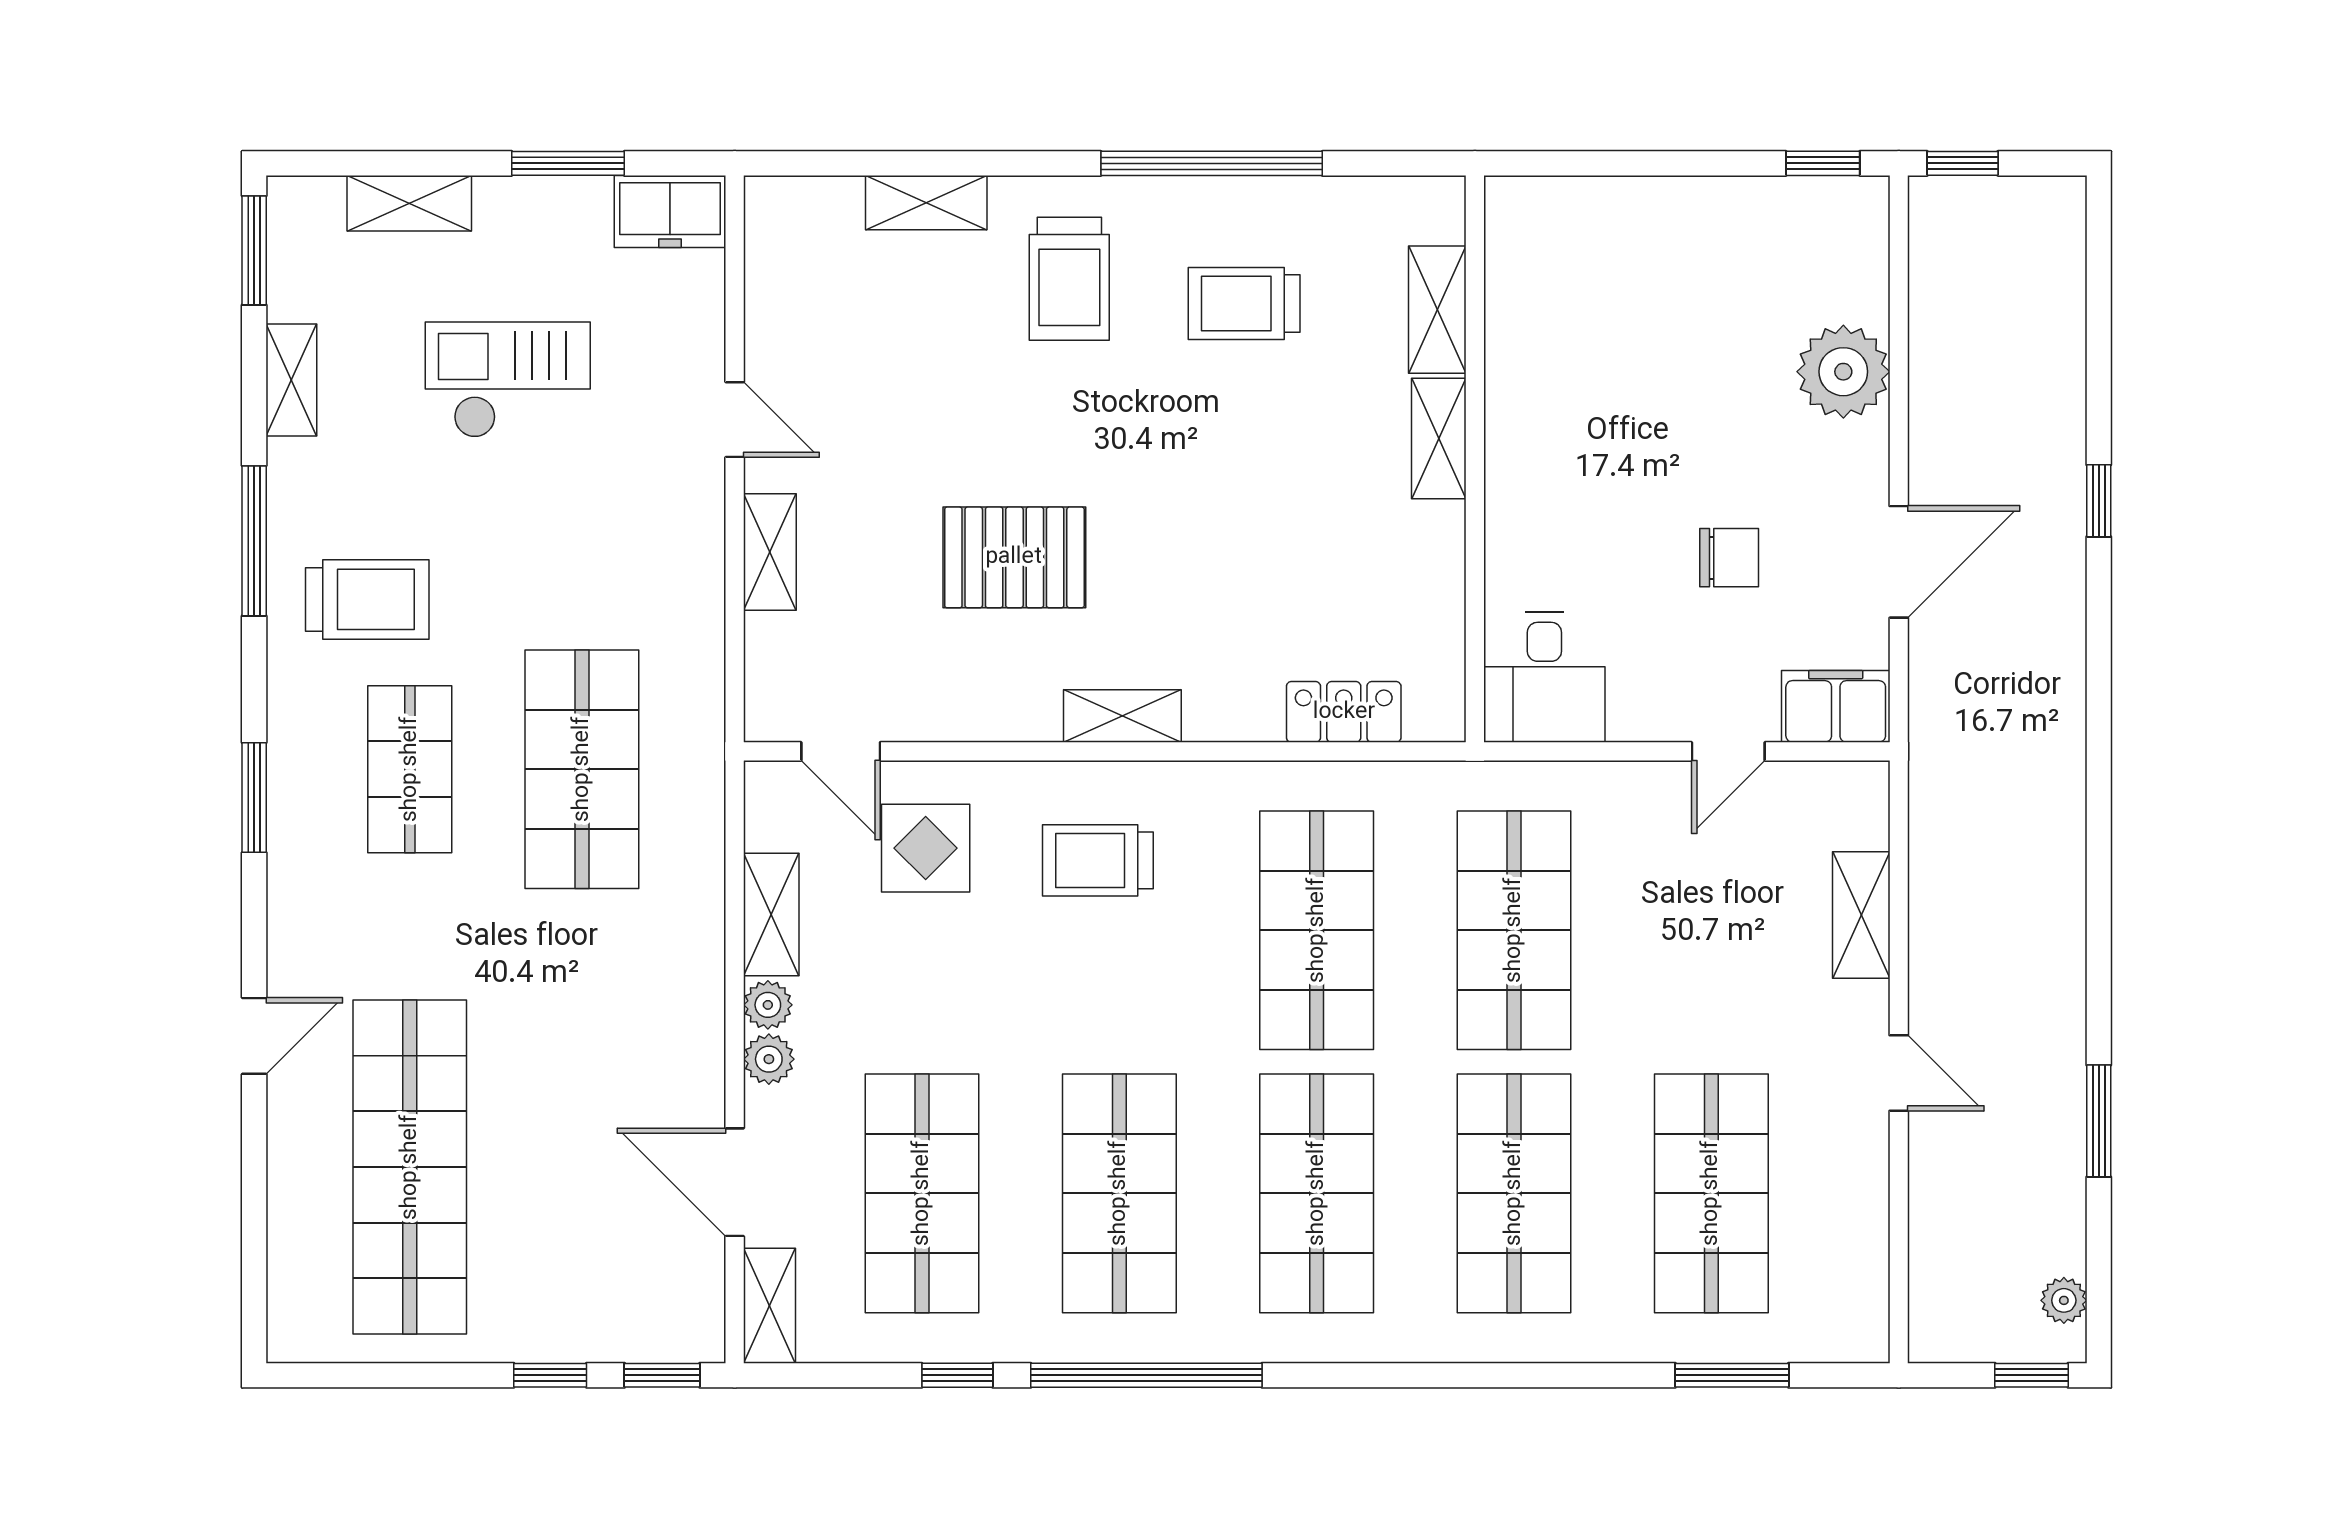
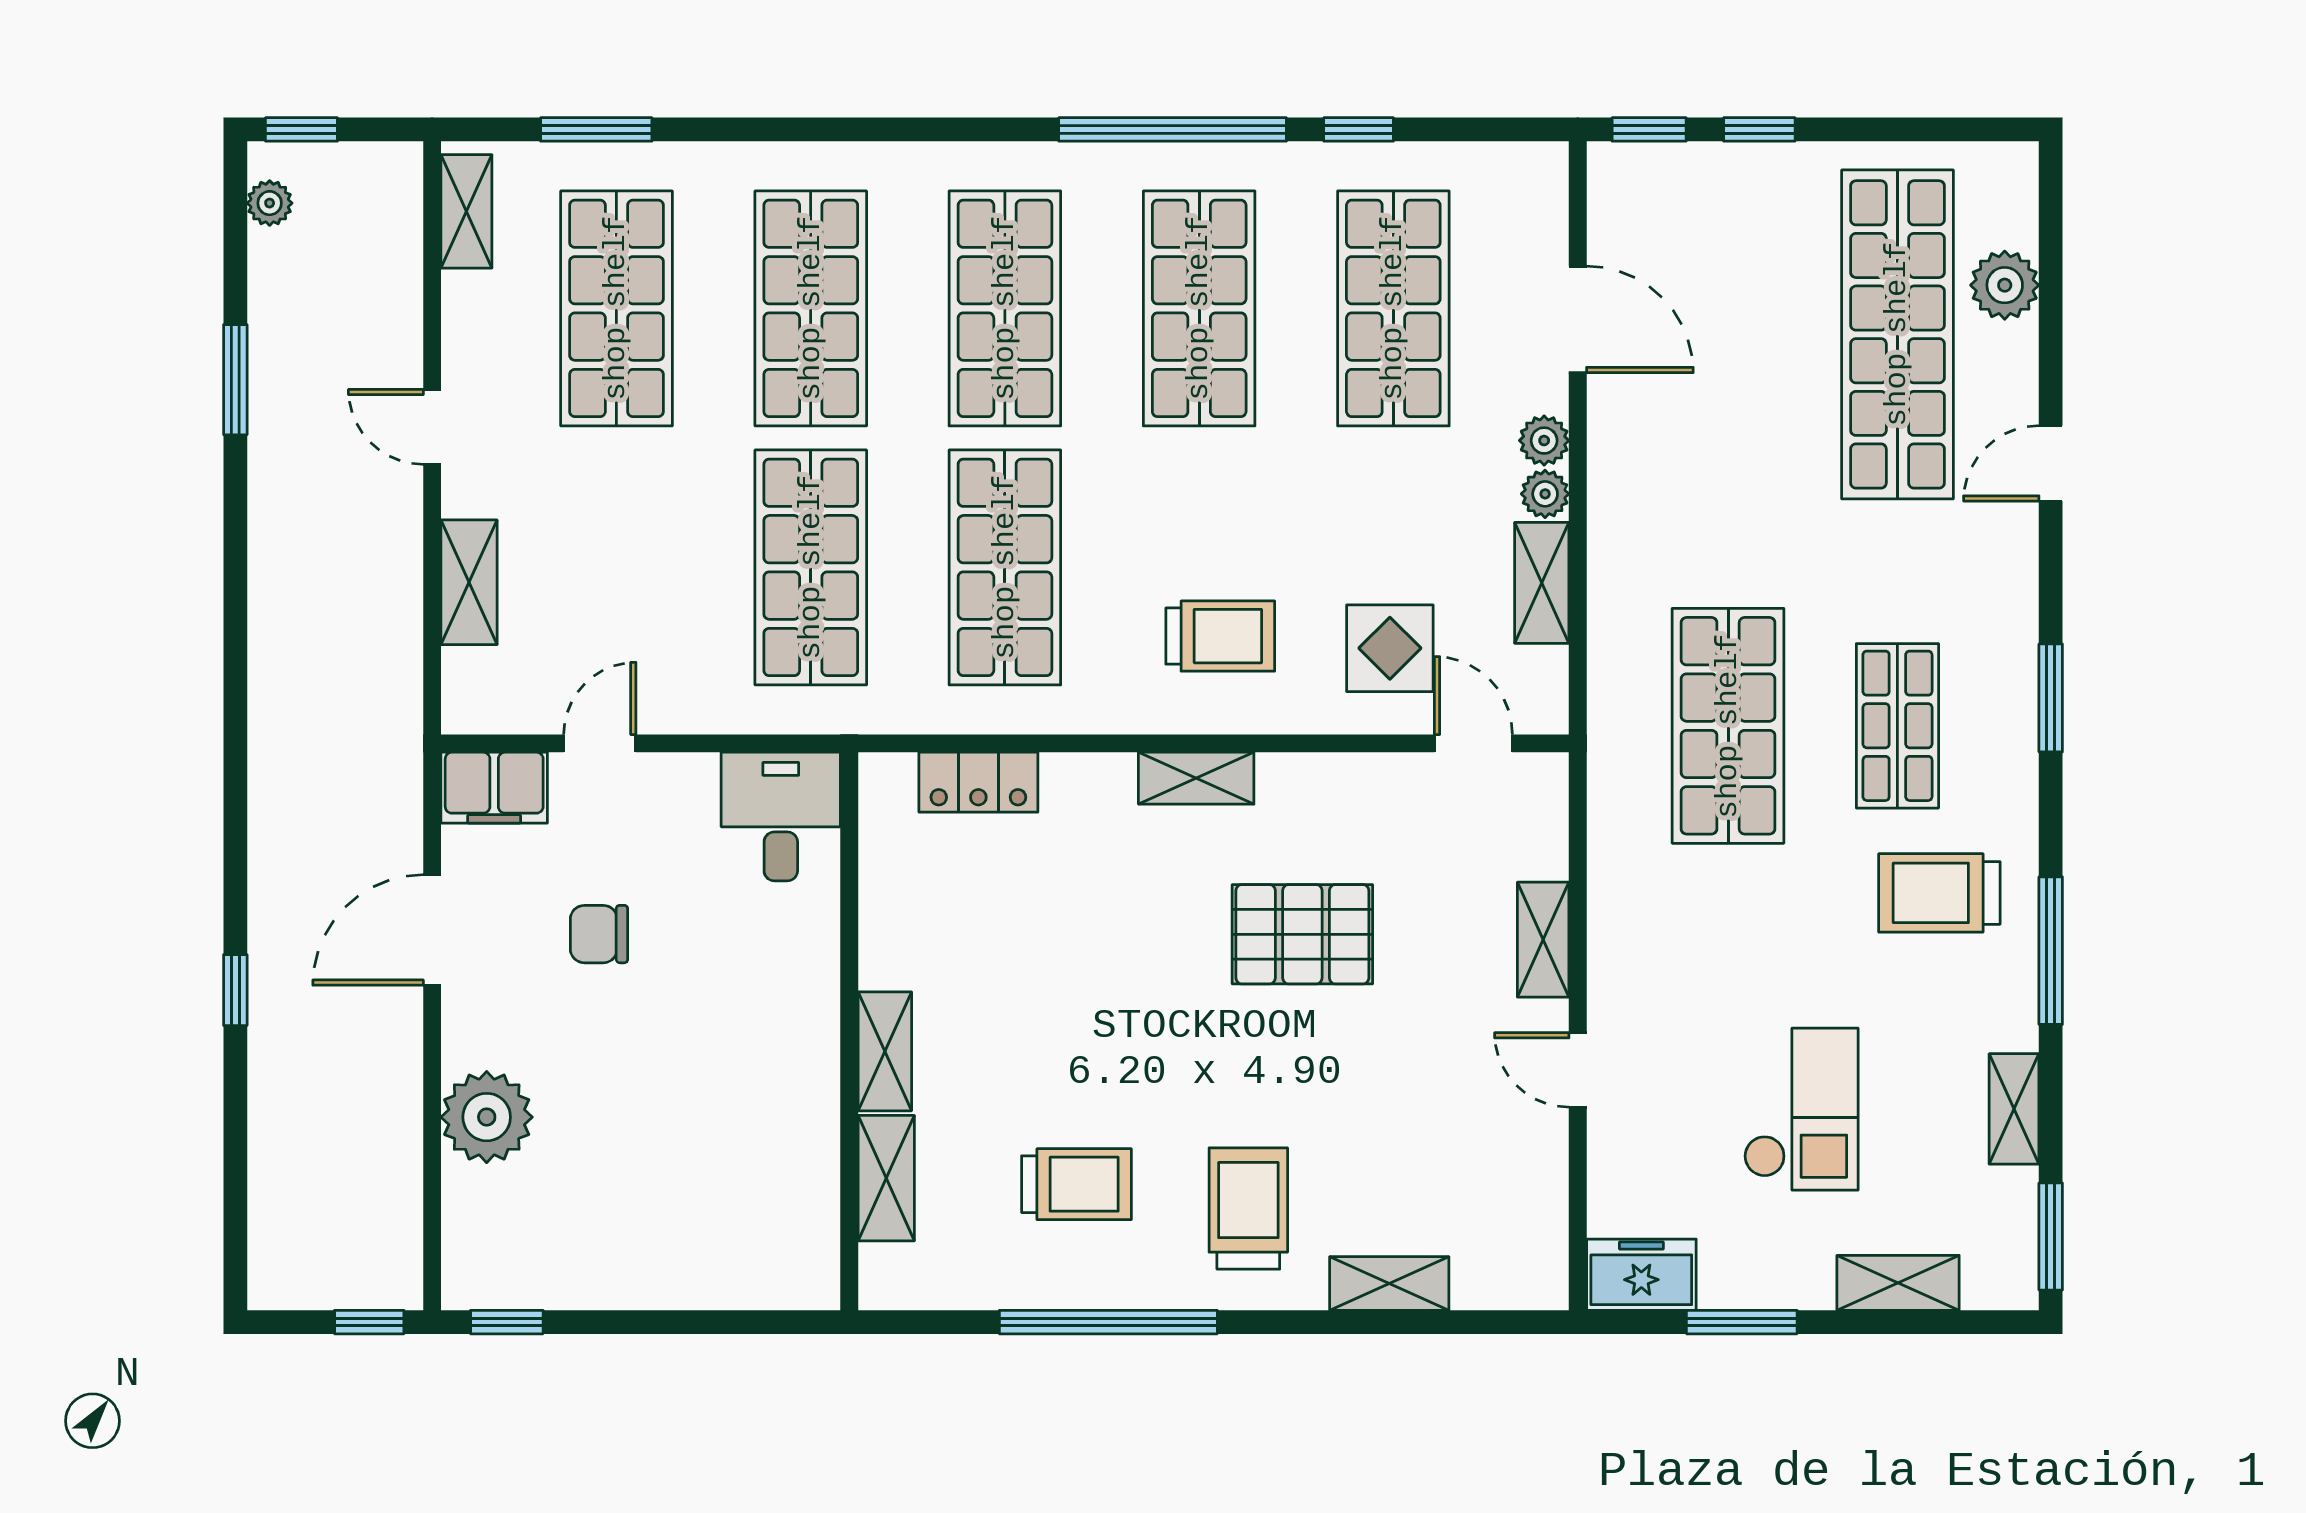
checkout: (508, 380) -> (1801, 1109), turned -90
plant: (301, 1217) -> (2005, 285), added
shelving: (770, 1306) -> (466, 211), moved

